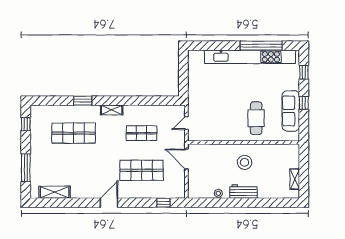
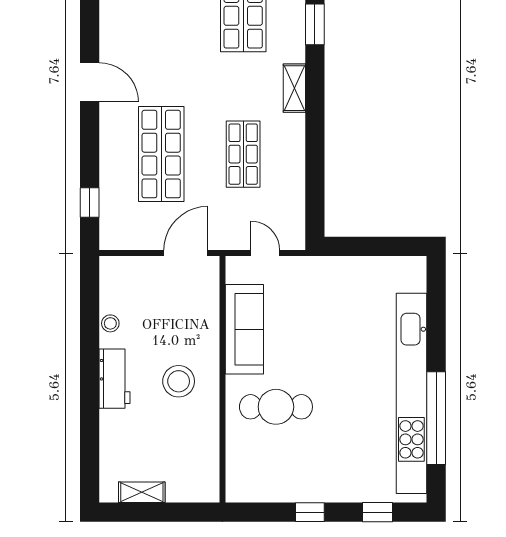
sofa: (291, 111) -> (244, 329), moved, turned 90

